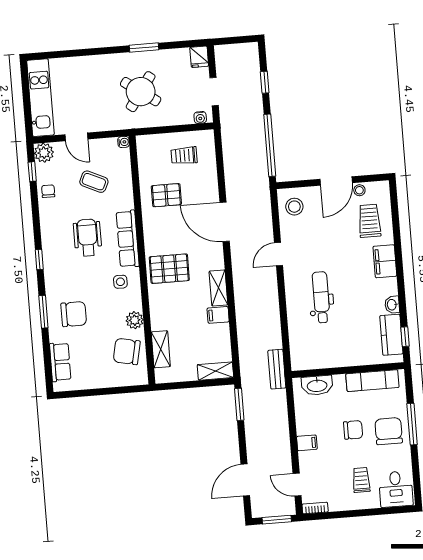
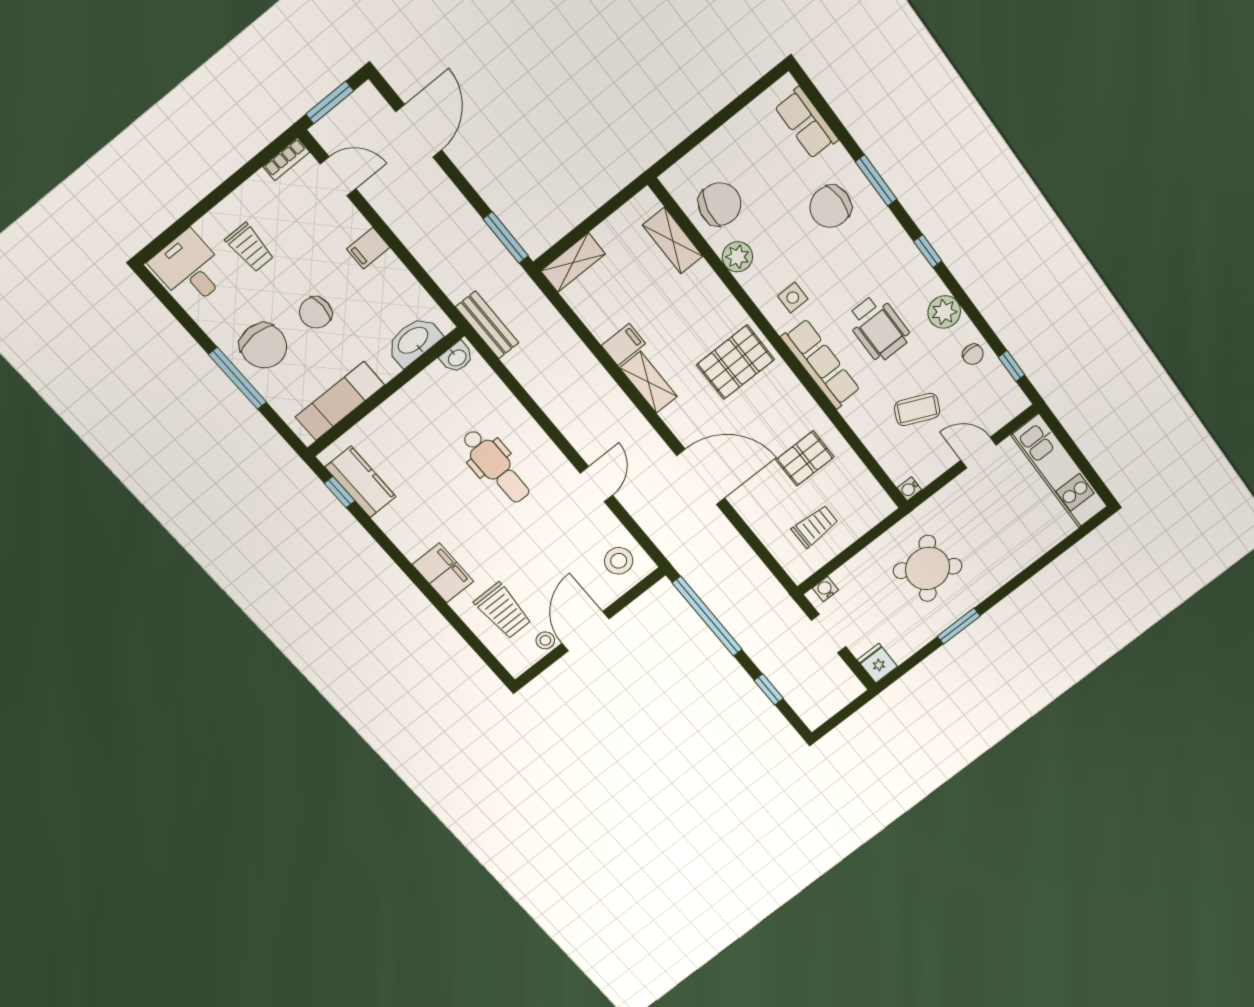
plant: (44, 153) -> (944, 312), moved
washbasin: (392, 305) -> (457, 357), moved, turned 90

